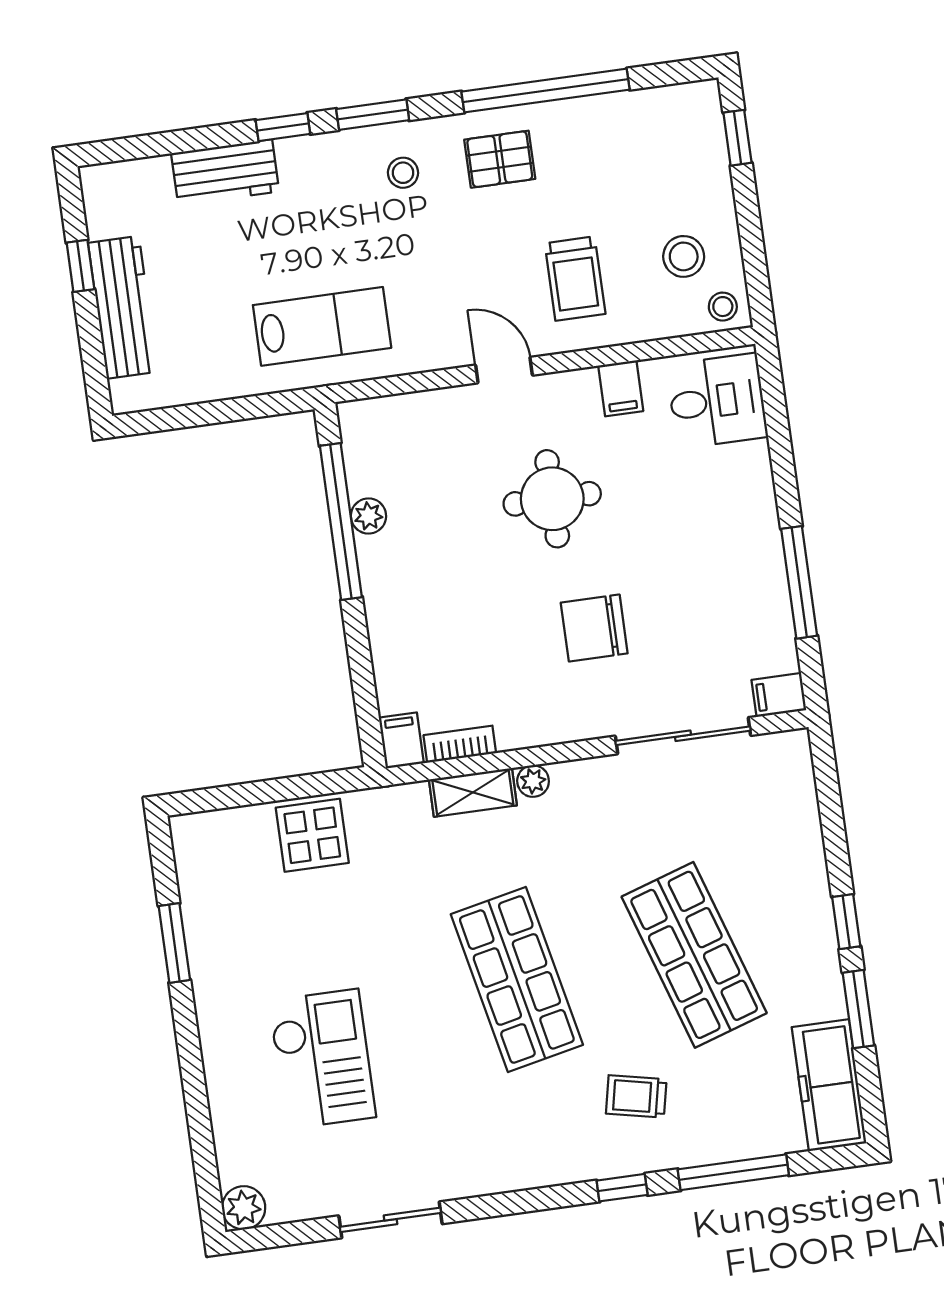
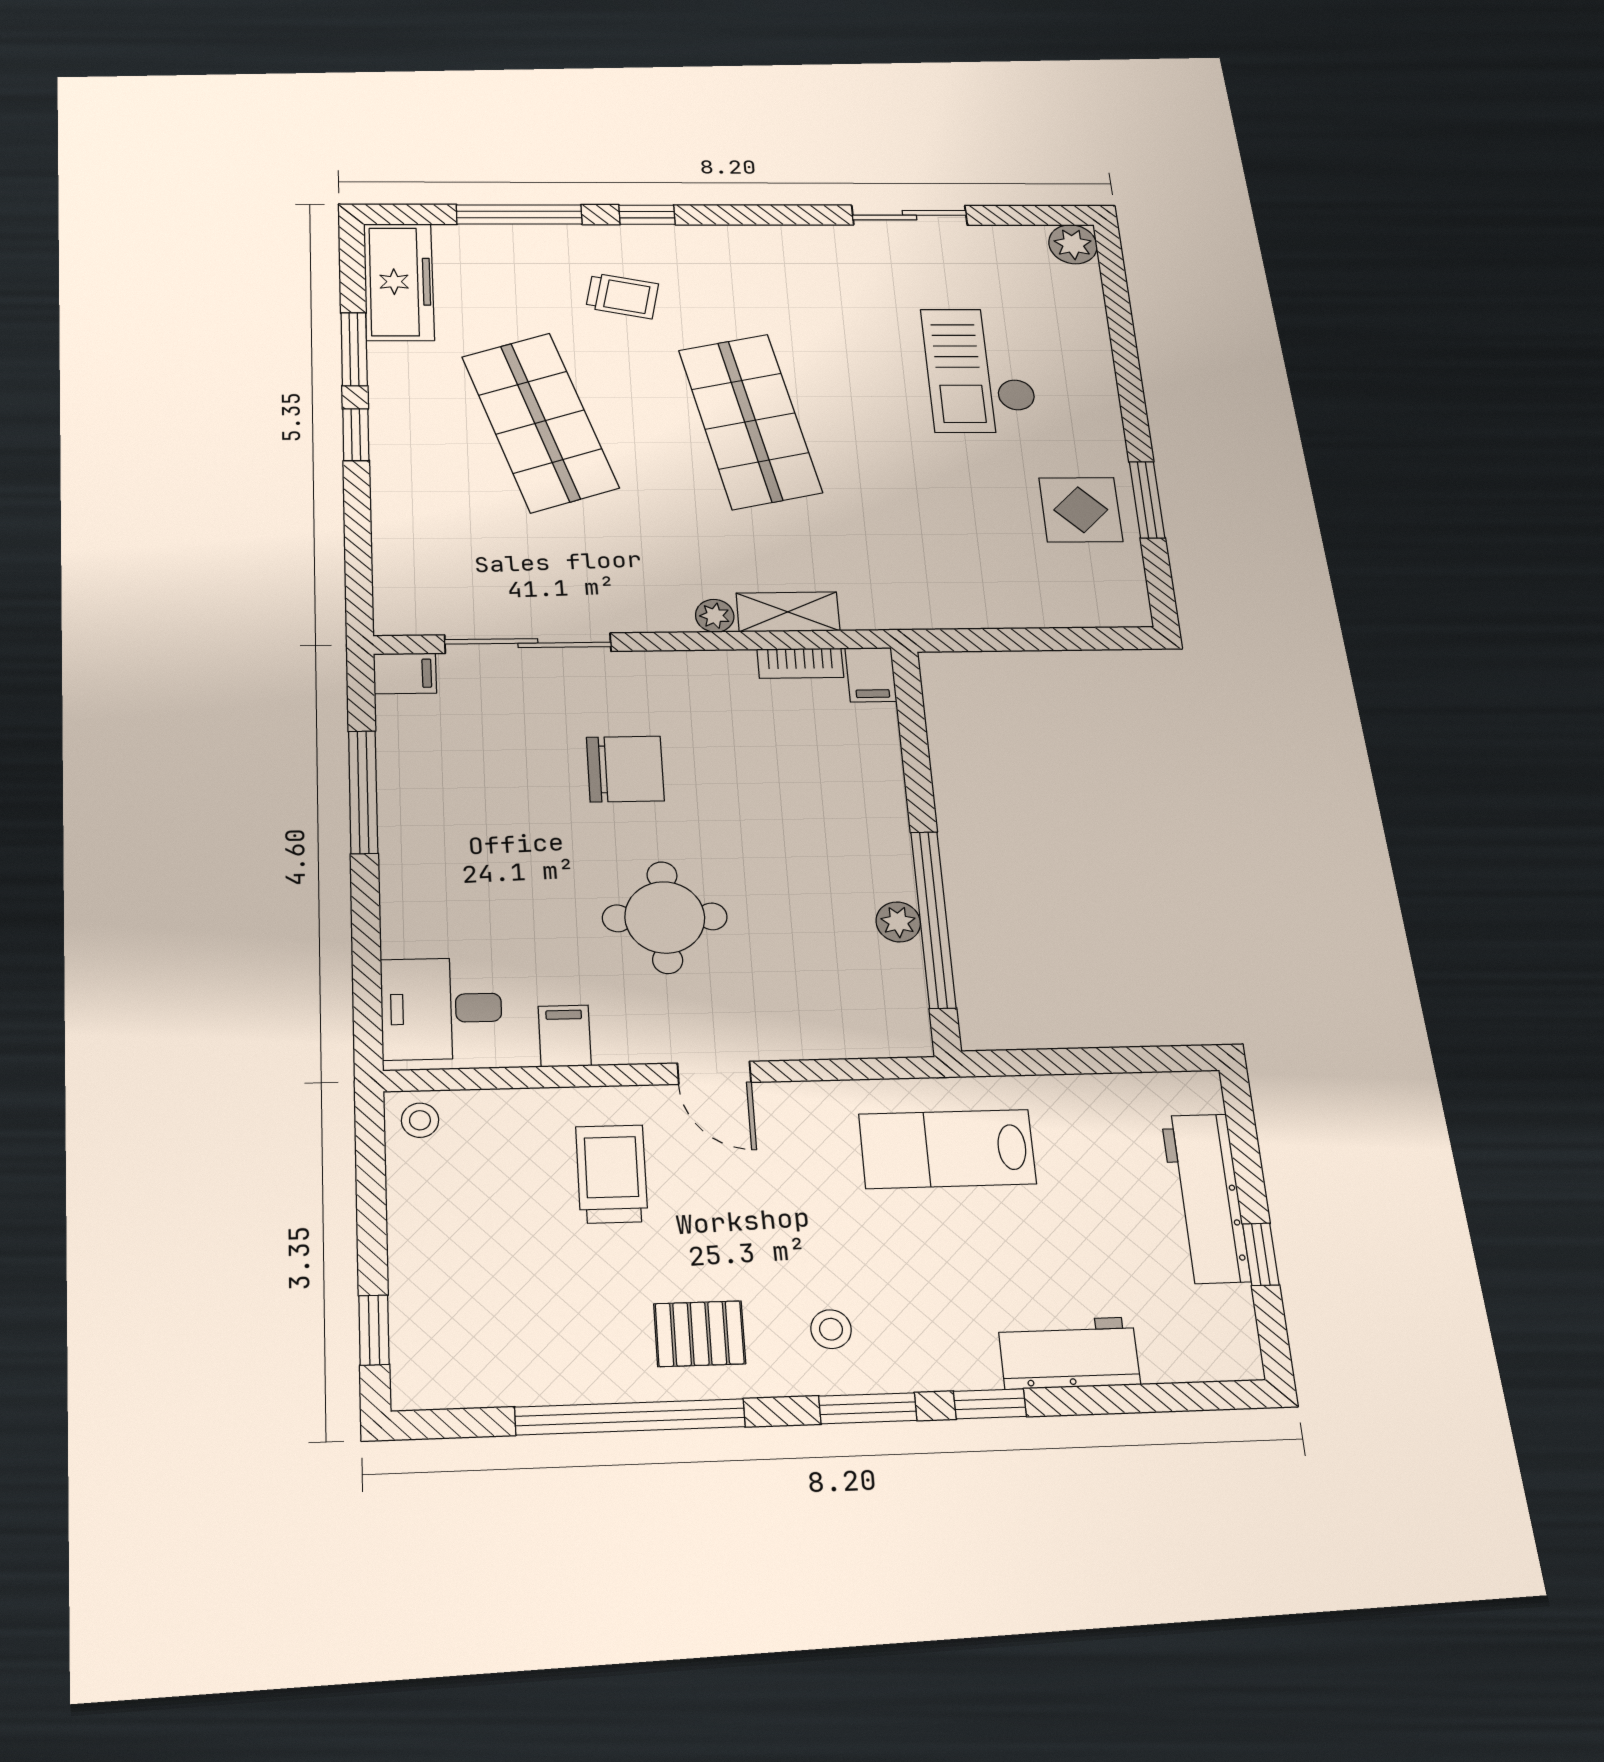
stool: (684, 256) -> (465, 1187), removed
display table: (312, 835) -> (1081, 510), moved

